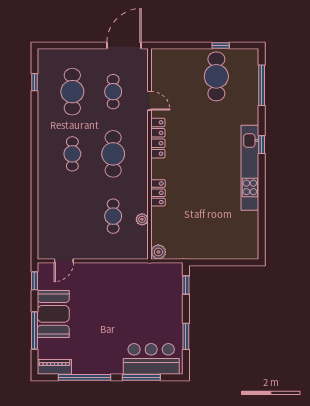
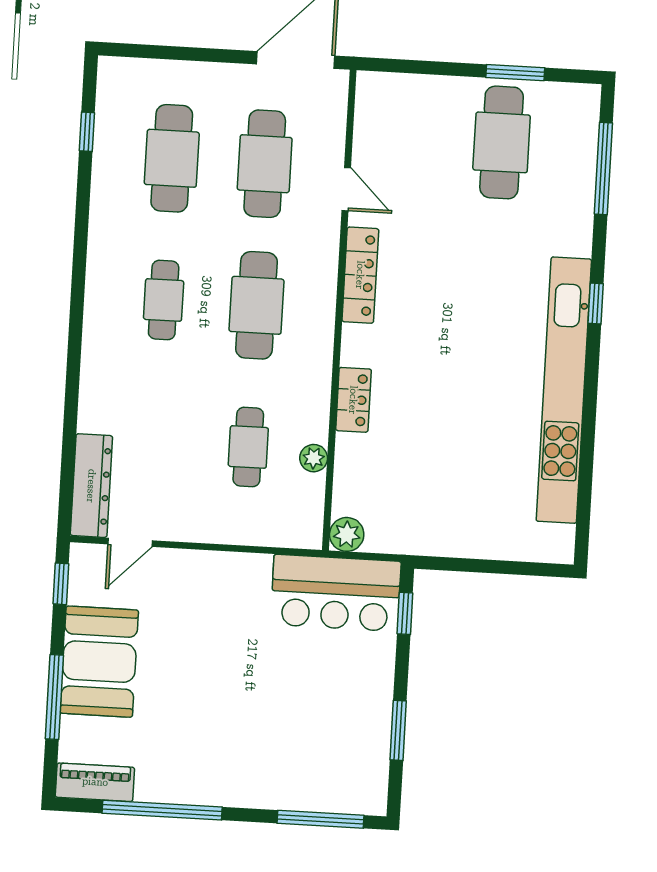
window: (221, 45) -> (515, 73), width x1.50
cafe table: (113, 92) -> (265, 164), width x1.37, depth x1.35
kitchen unit: (250, 168) -> (564, 390), width x1.36
dresser: (45, 237) -> (91, 486), added
bar counter: (151, 359) -> (336, 593), moved, turned 180
window: (141, 377) -> (320, 819), moved

